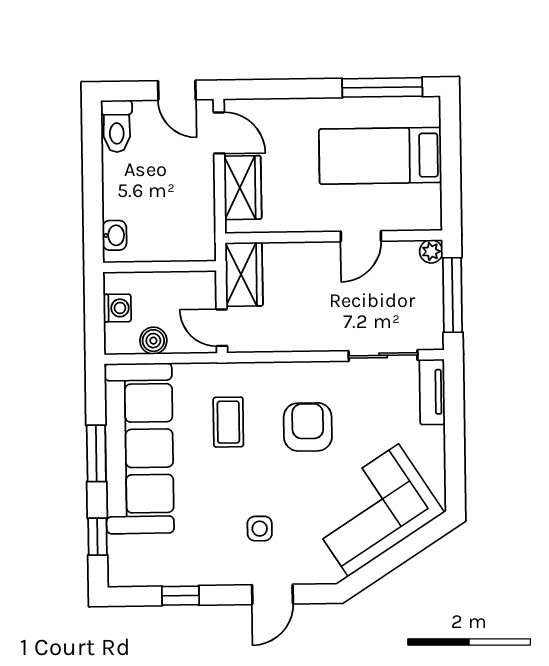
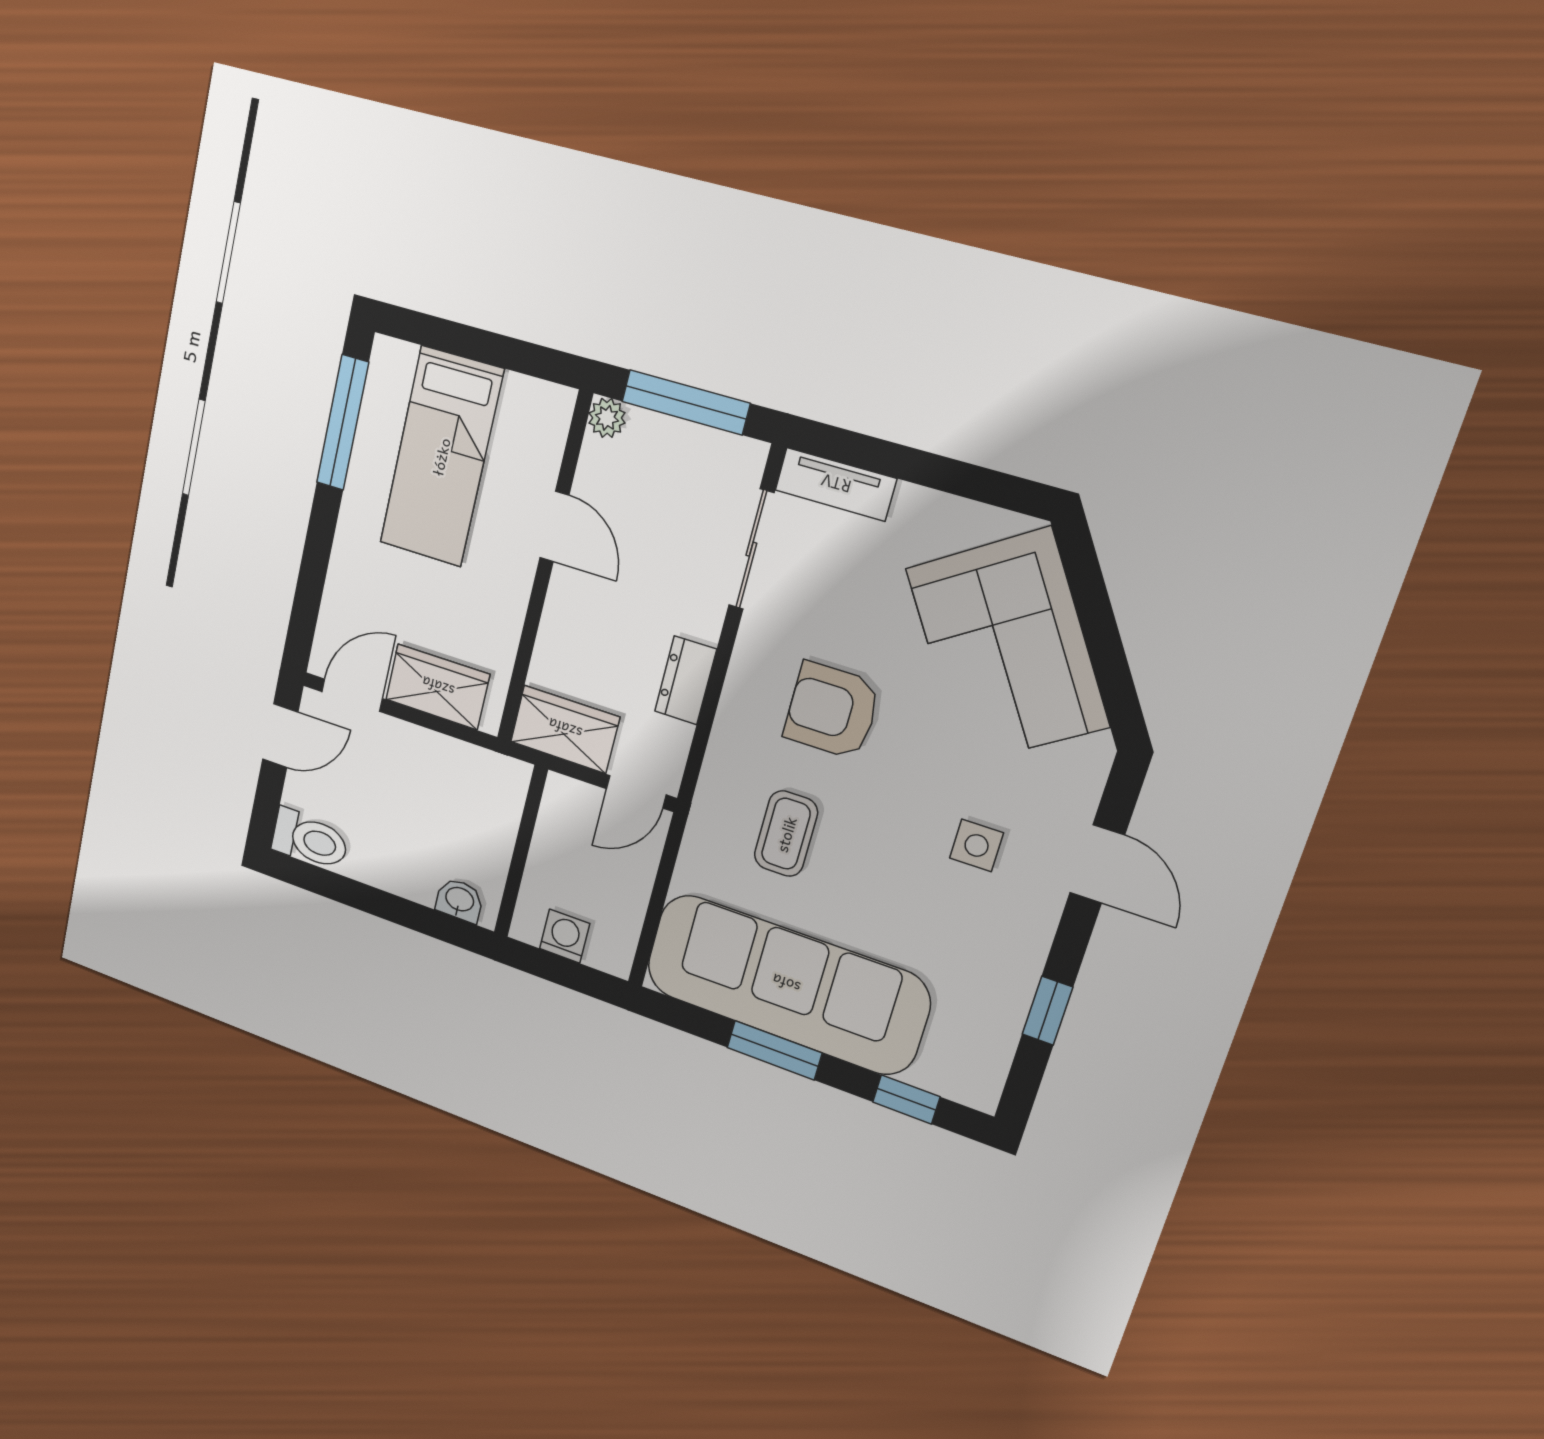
dresser: (297, 339) -> (686, 680), added
boiler: (153, 341) -> (627, 901), removed
coffee table: (228, 422) -> (786, 834), turned 90

